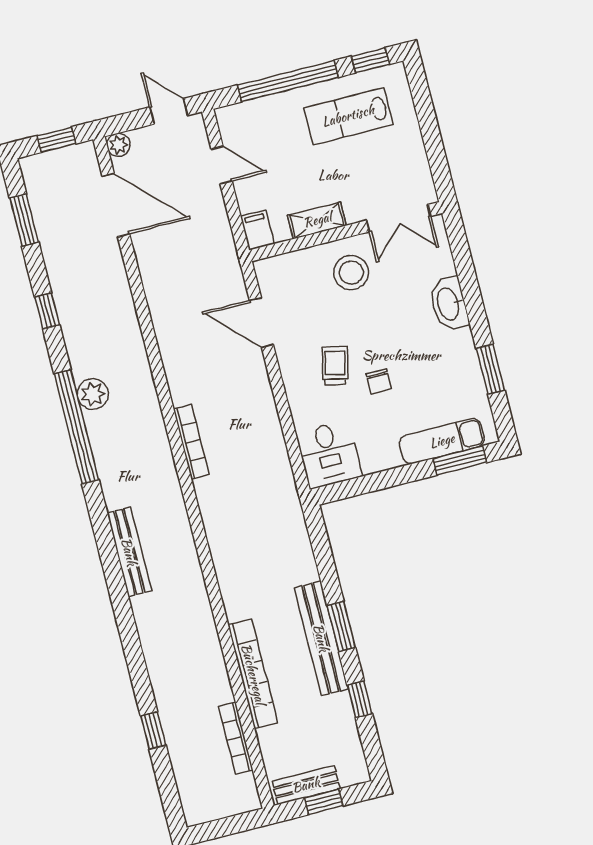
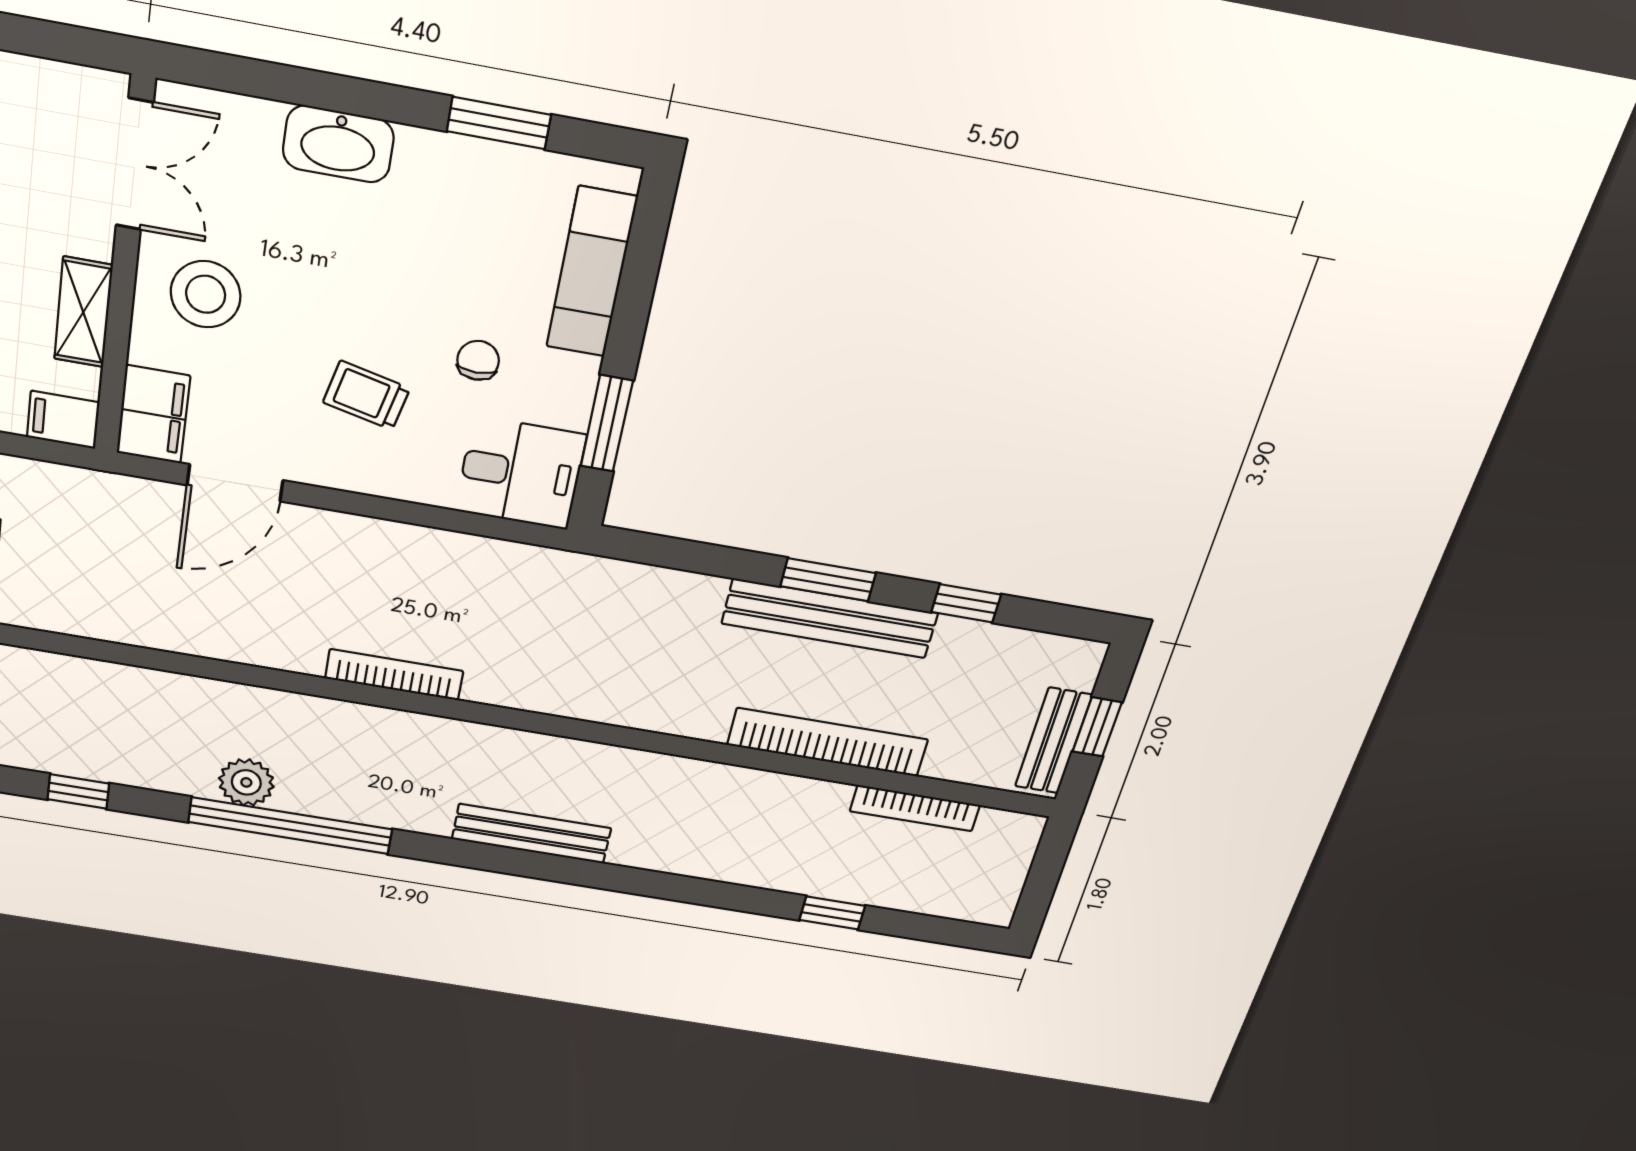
filing cabinet: (280, 271) -> (153, 414), added
chair: (379, 381) -> (478, 360), moved, turned -90
window: (460, 460) -> (607, 423), moved

